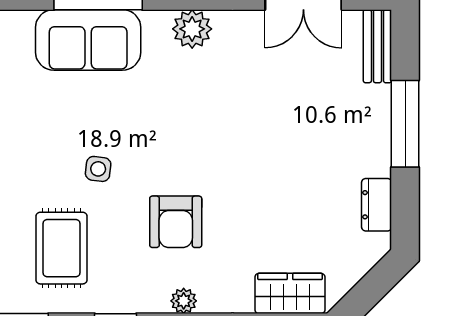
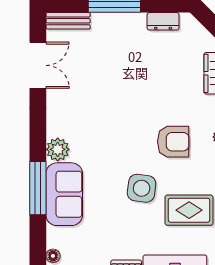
plant: (192, 29) -> (58, 149), moved
side table: (98, 169) -> (142, 188), width x1.87, depth x1.87

